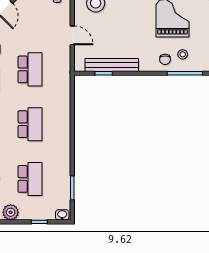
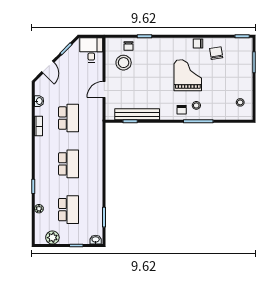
door: (72, 35) -> (104, 89), swing flipped

